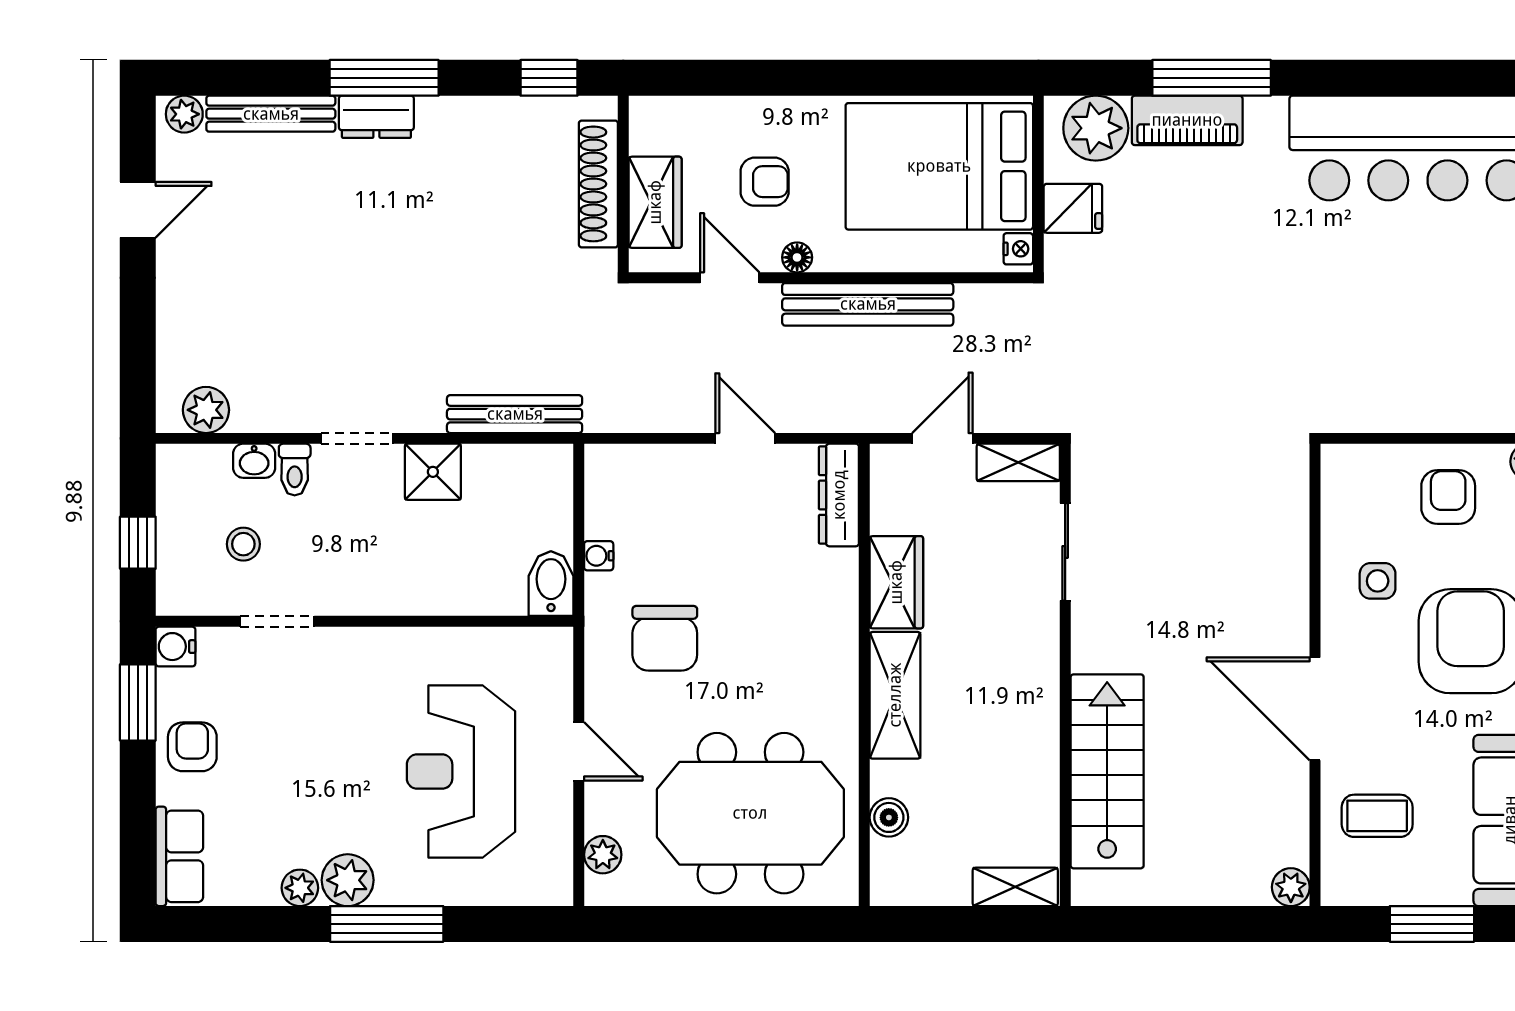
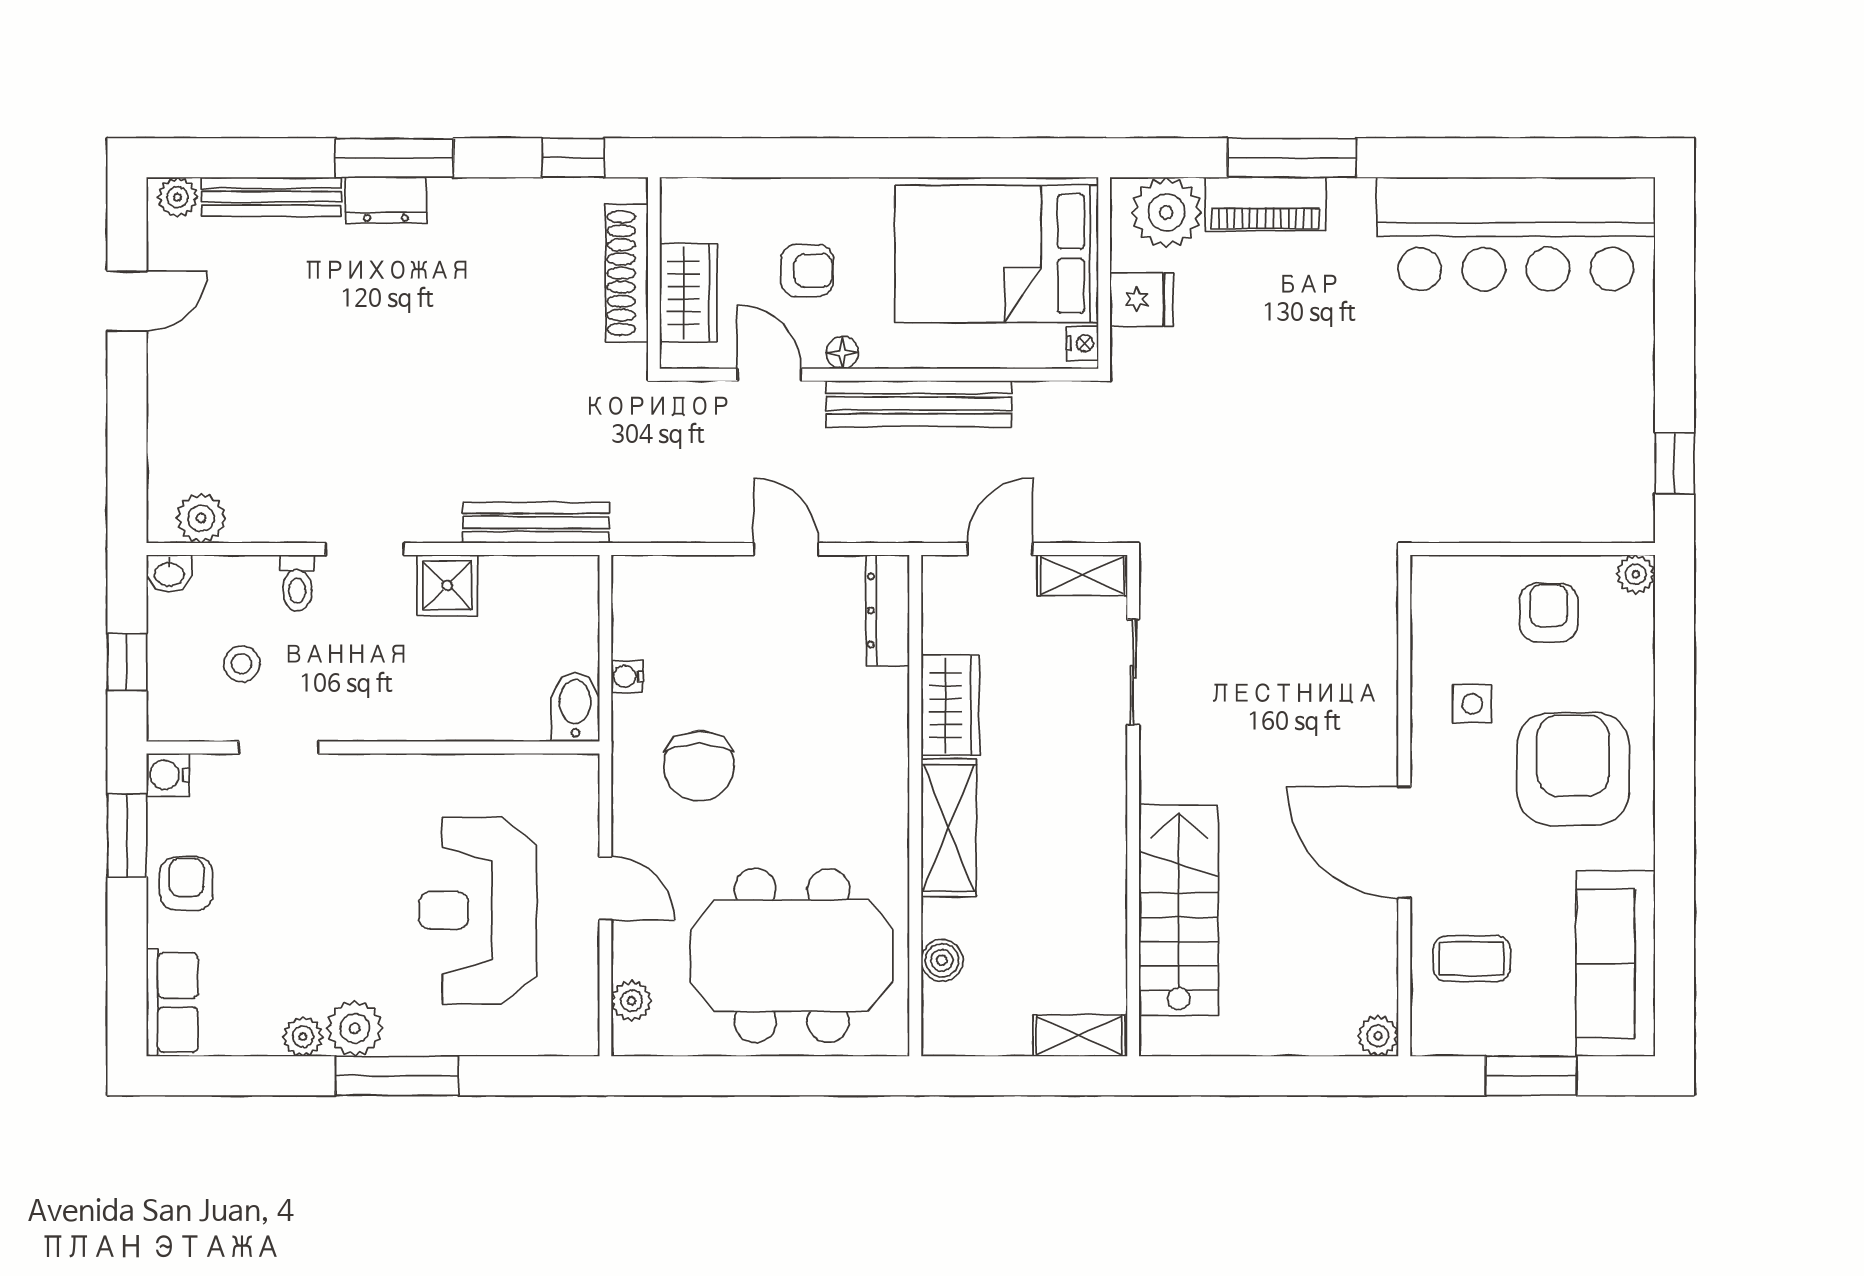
washbasin: (254, 461) -> (169, 573), moved

